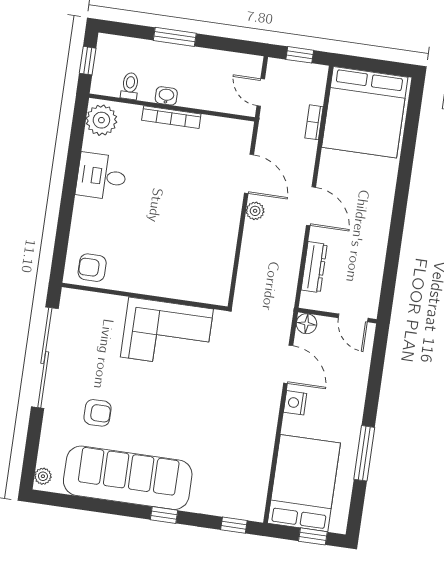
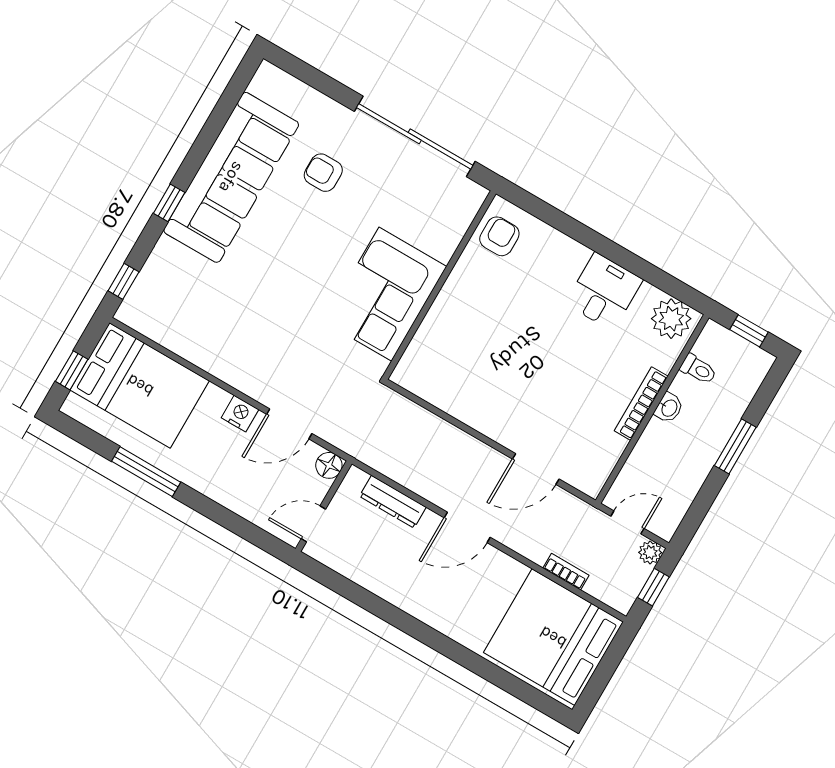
plant: (255, 211) -> (650, 552), moved
armchair: (98, 413) -> (323, 173), turned 90
plant: (43, 476) -> (274, 77), removed

